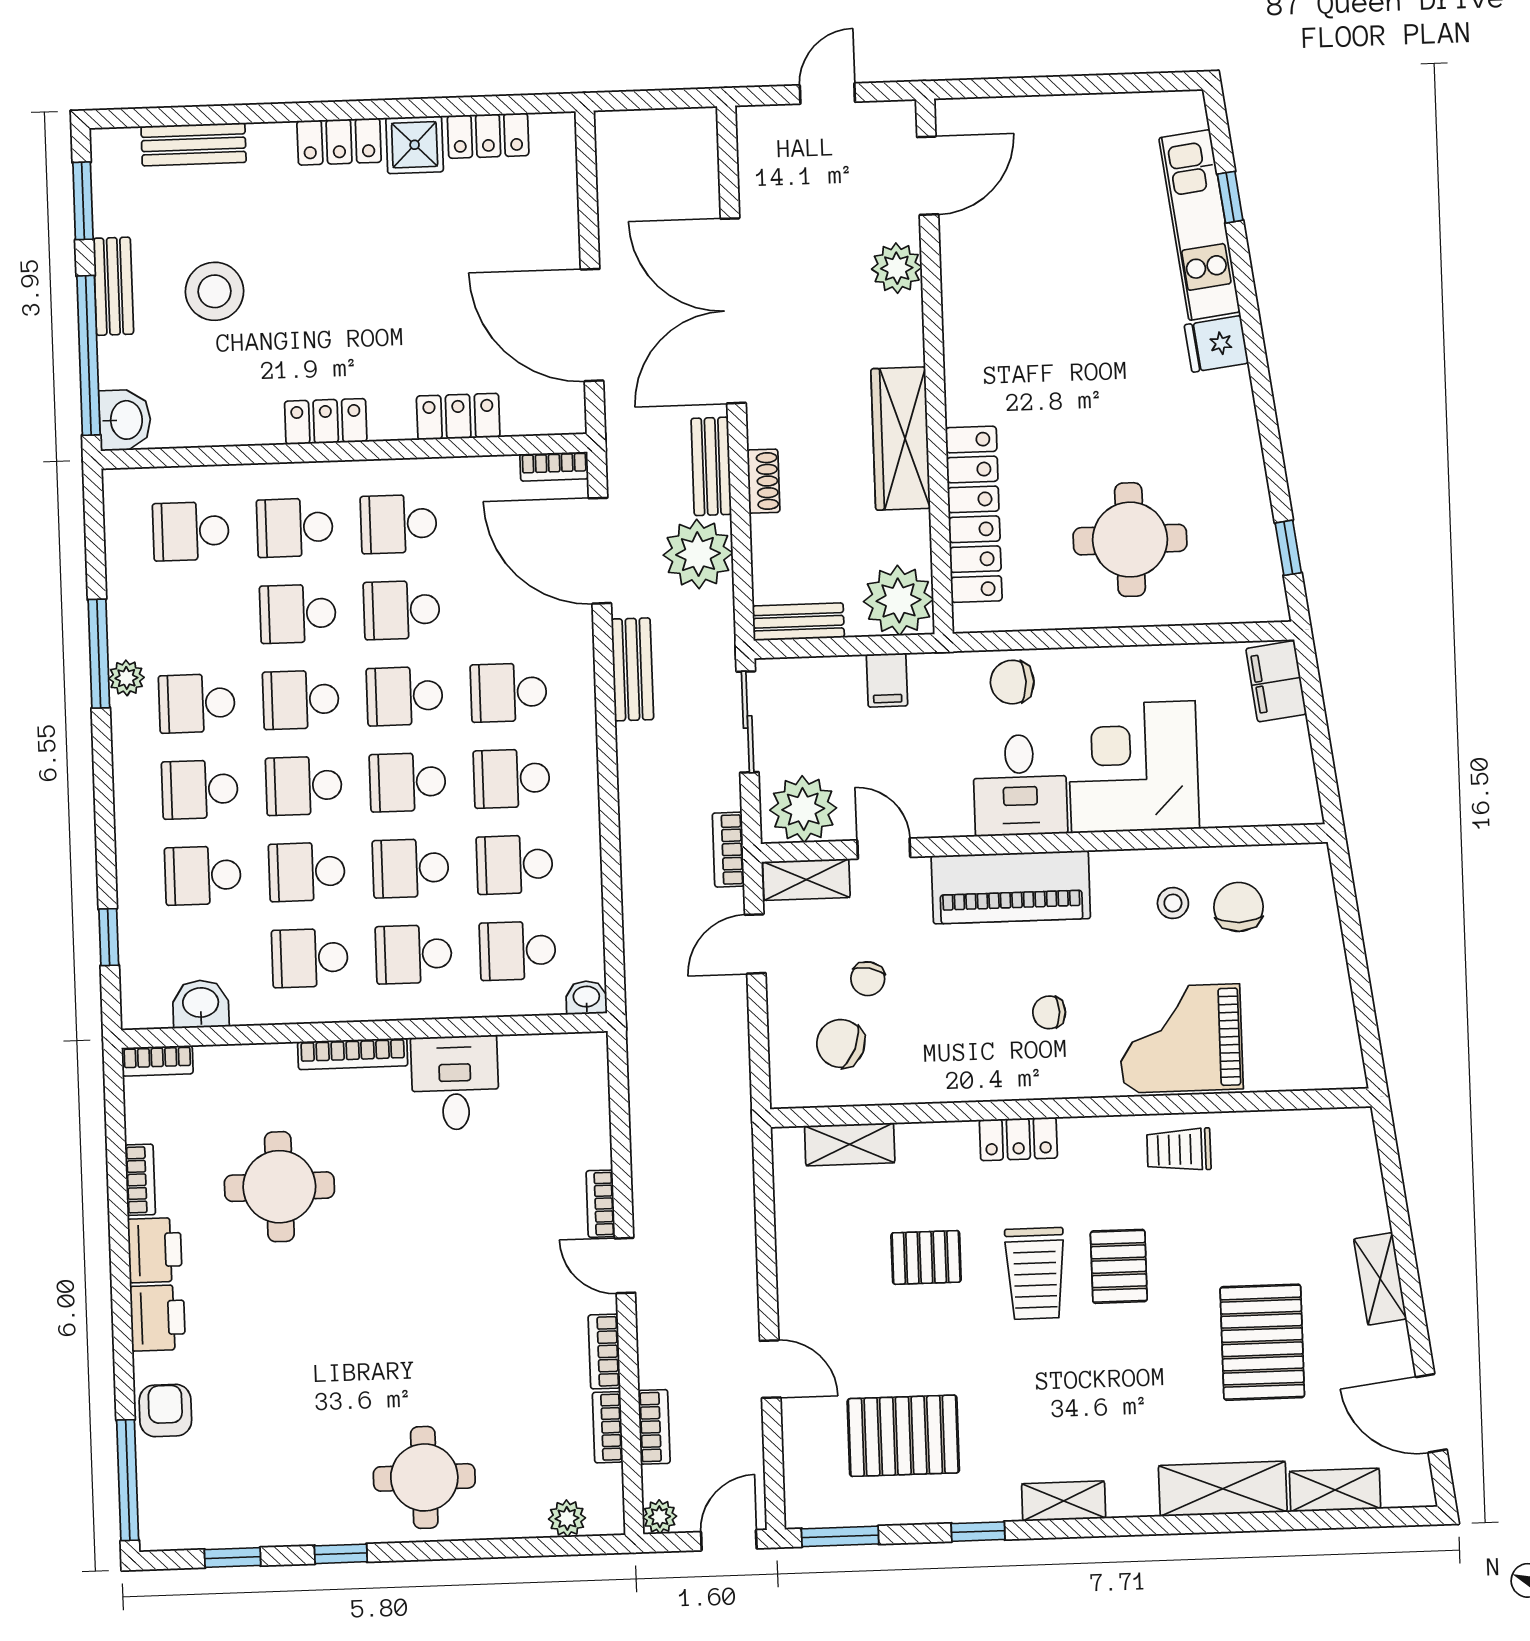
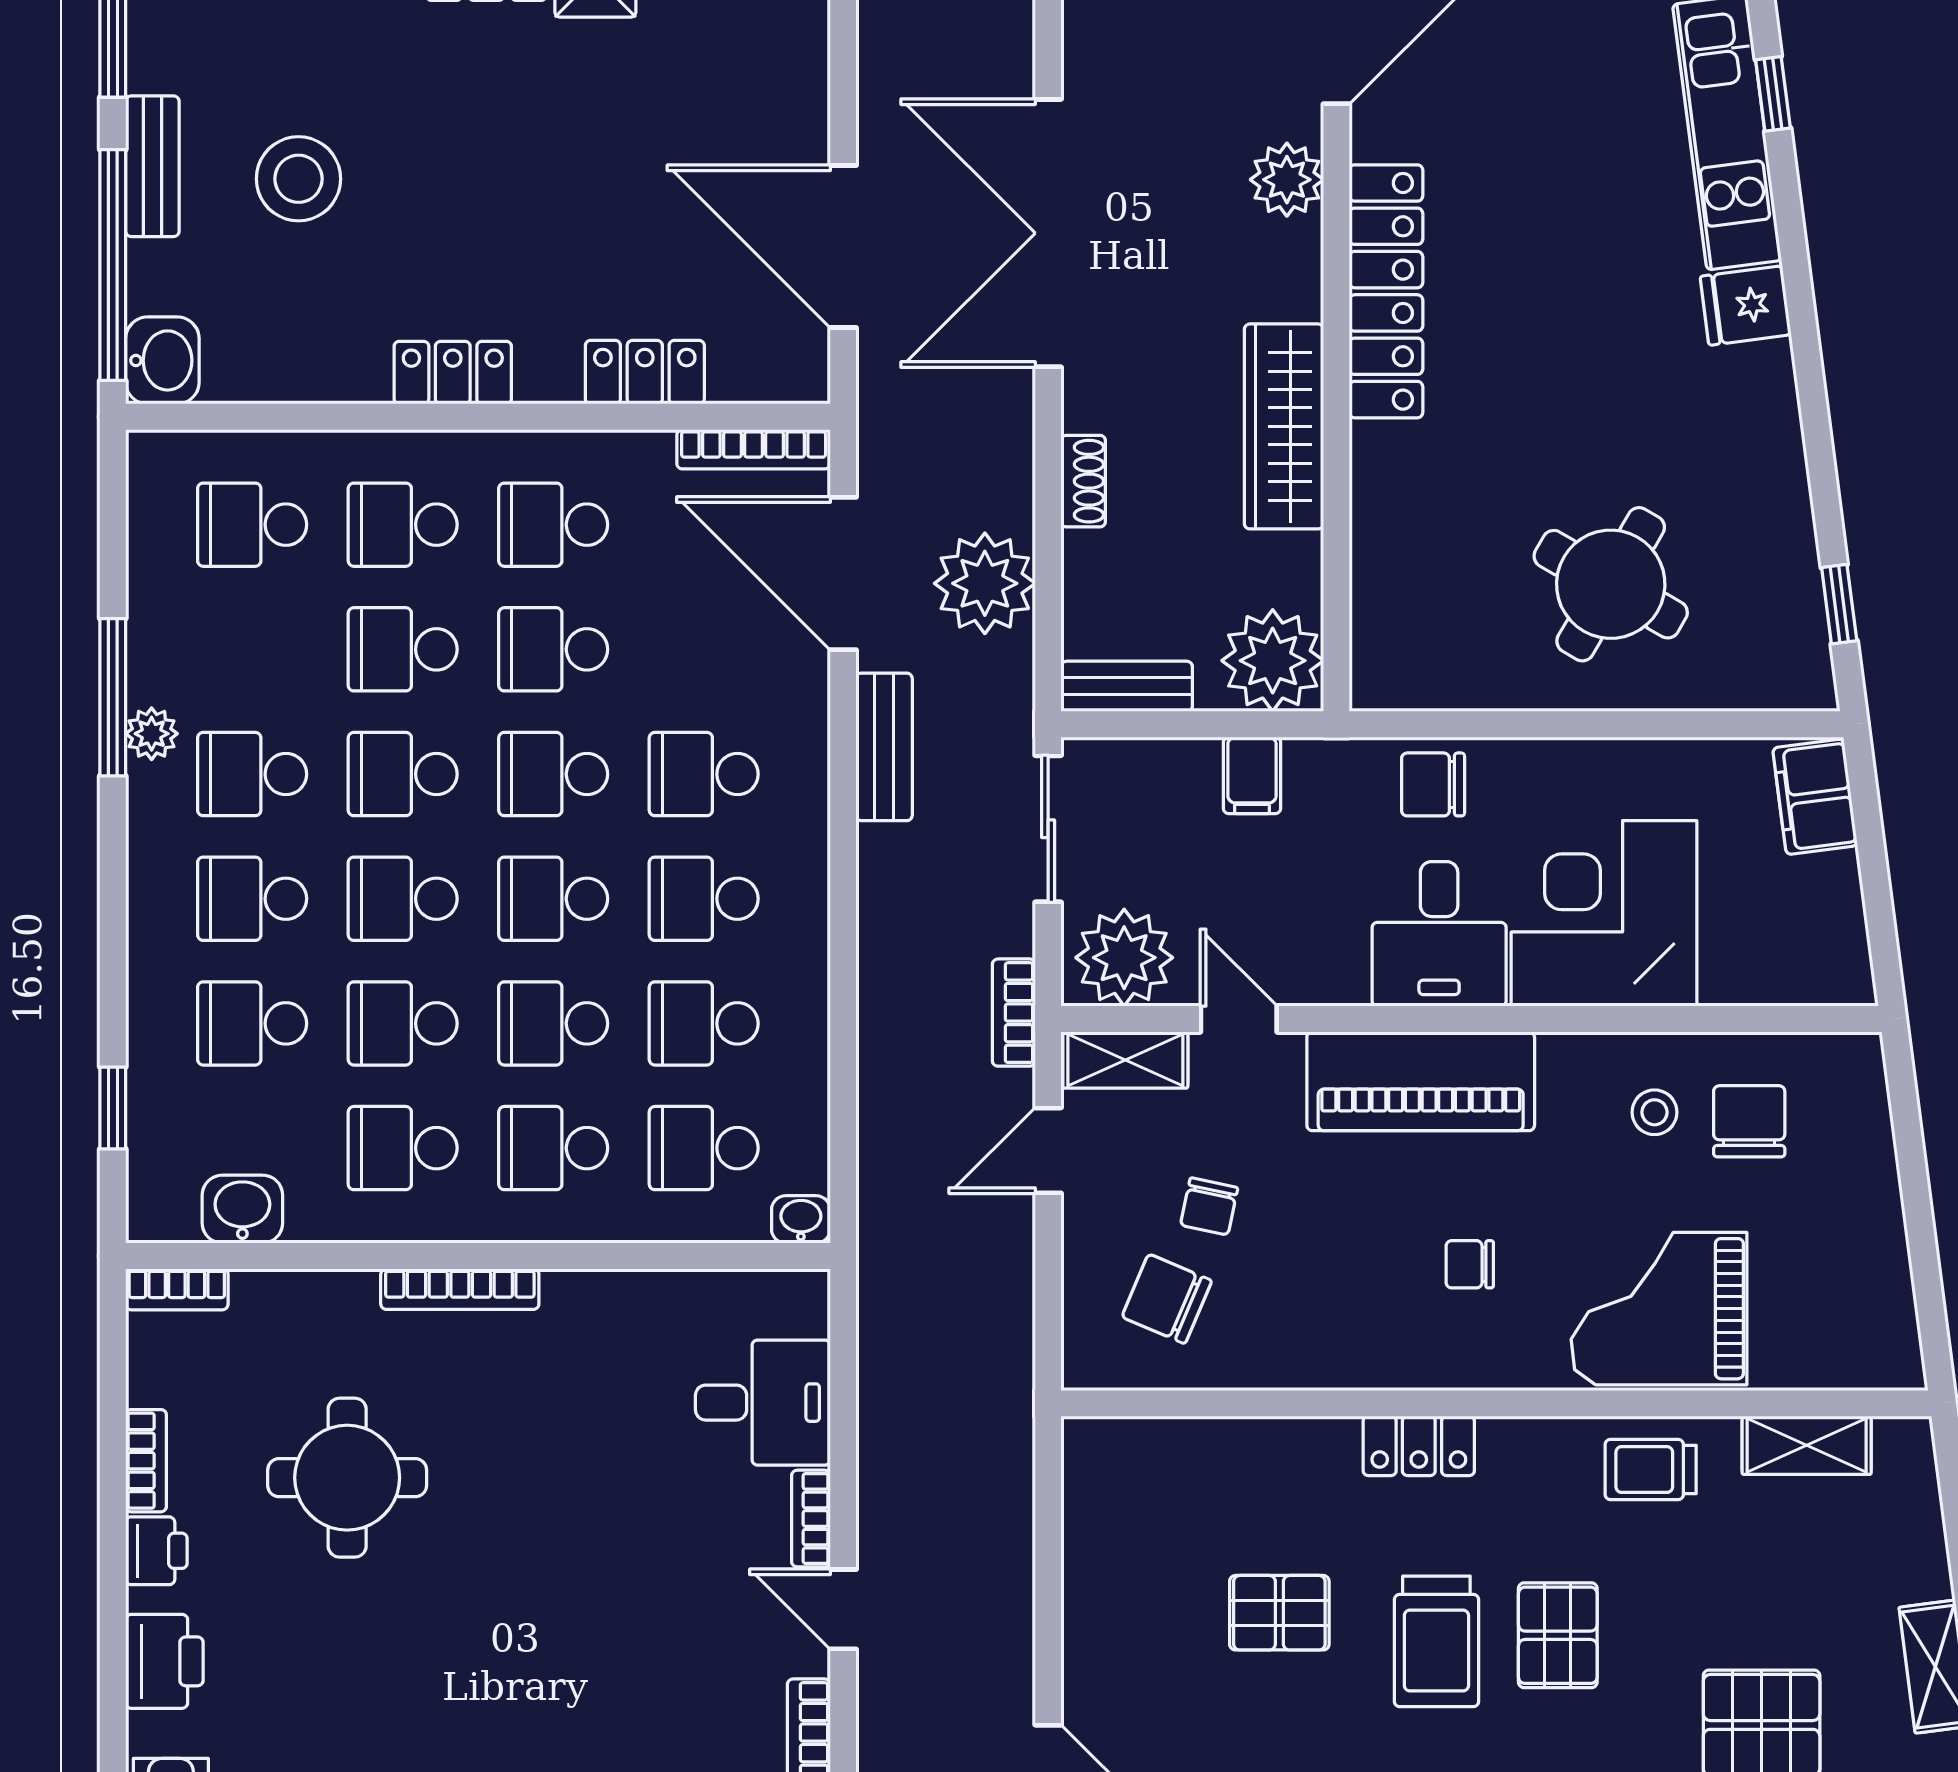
bookcase: (554, 466) -> (754, 449), width x1.56
bench: (711, 466) -> (1008, 457), removed
locker: (974, 514) -> (1386, 291), moved
round table: (1130, 540) -> (1611, 584), turned 30
desk: (455, 1083) -> (763, 1403), moved, turned 90
shelving: (850, 1144) -> (1807, 1445), moved
printer: (155, 1250) -> (156, 1551), width x0.73, depth x0.81

